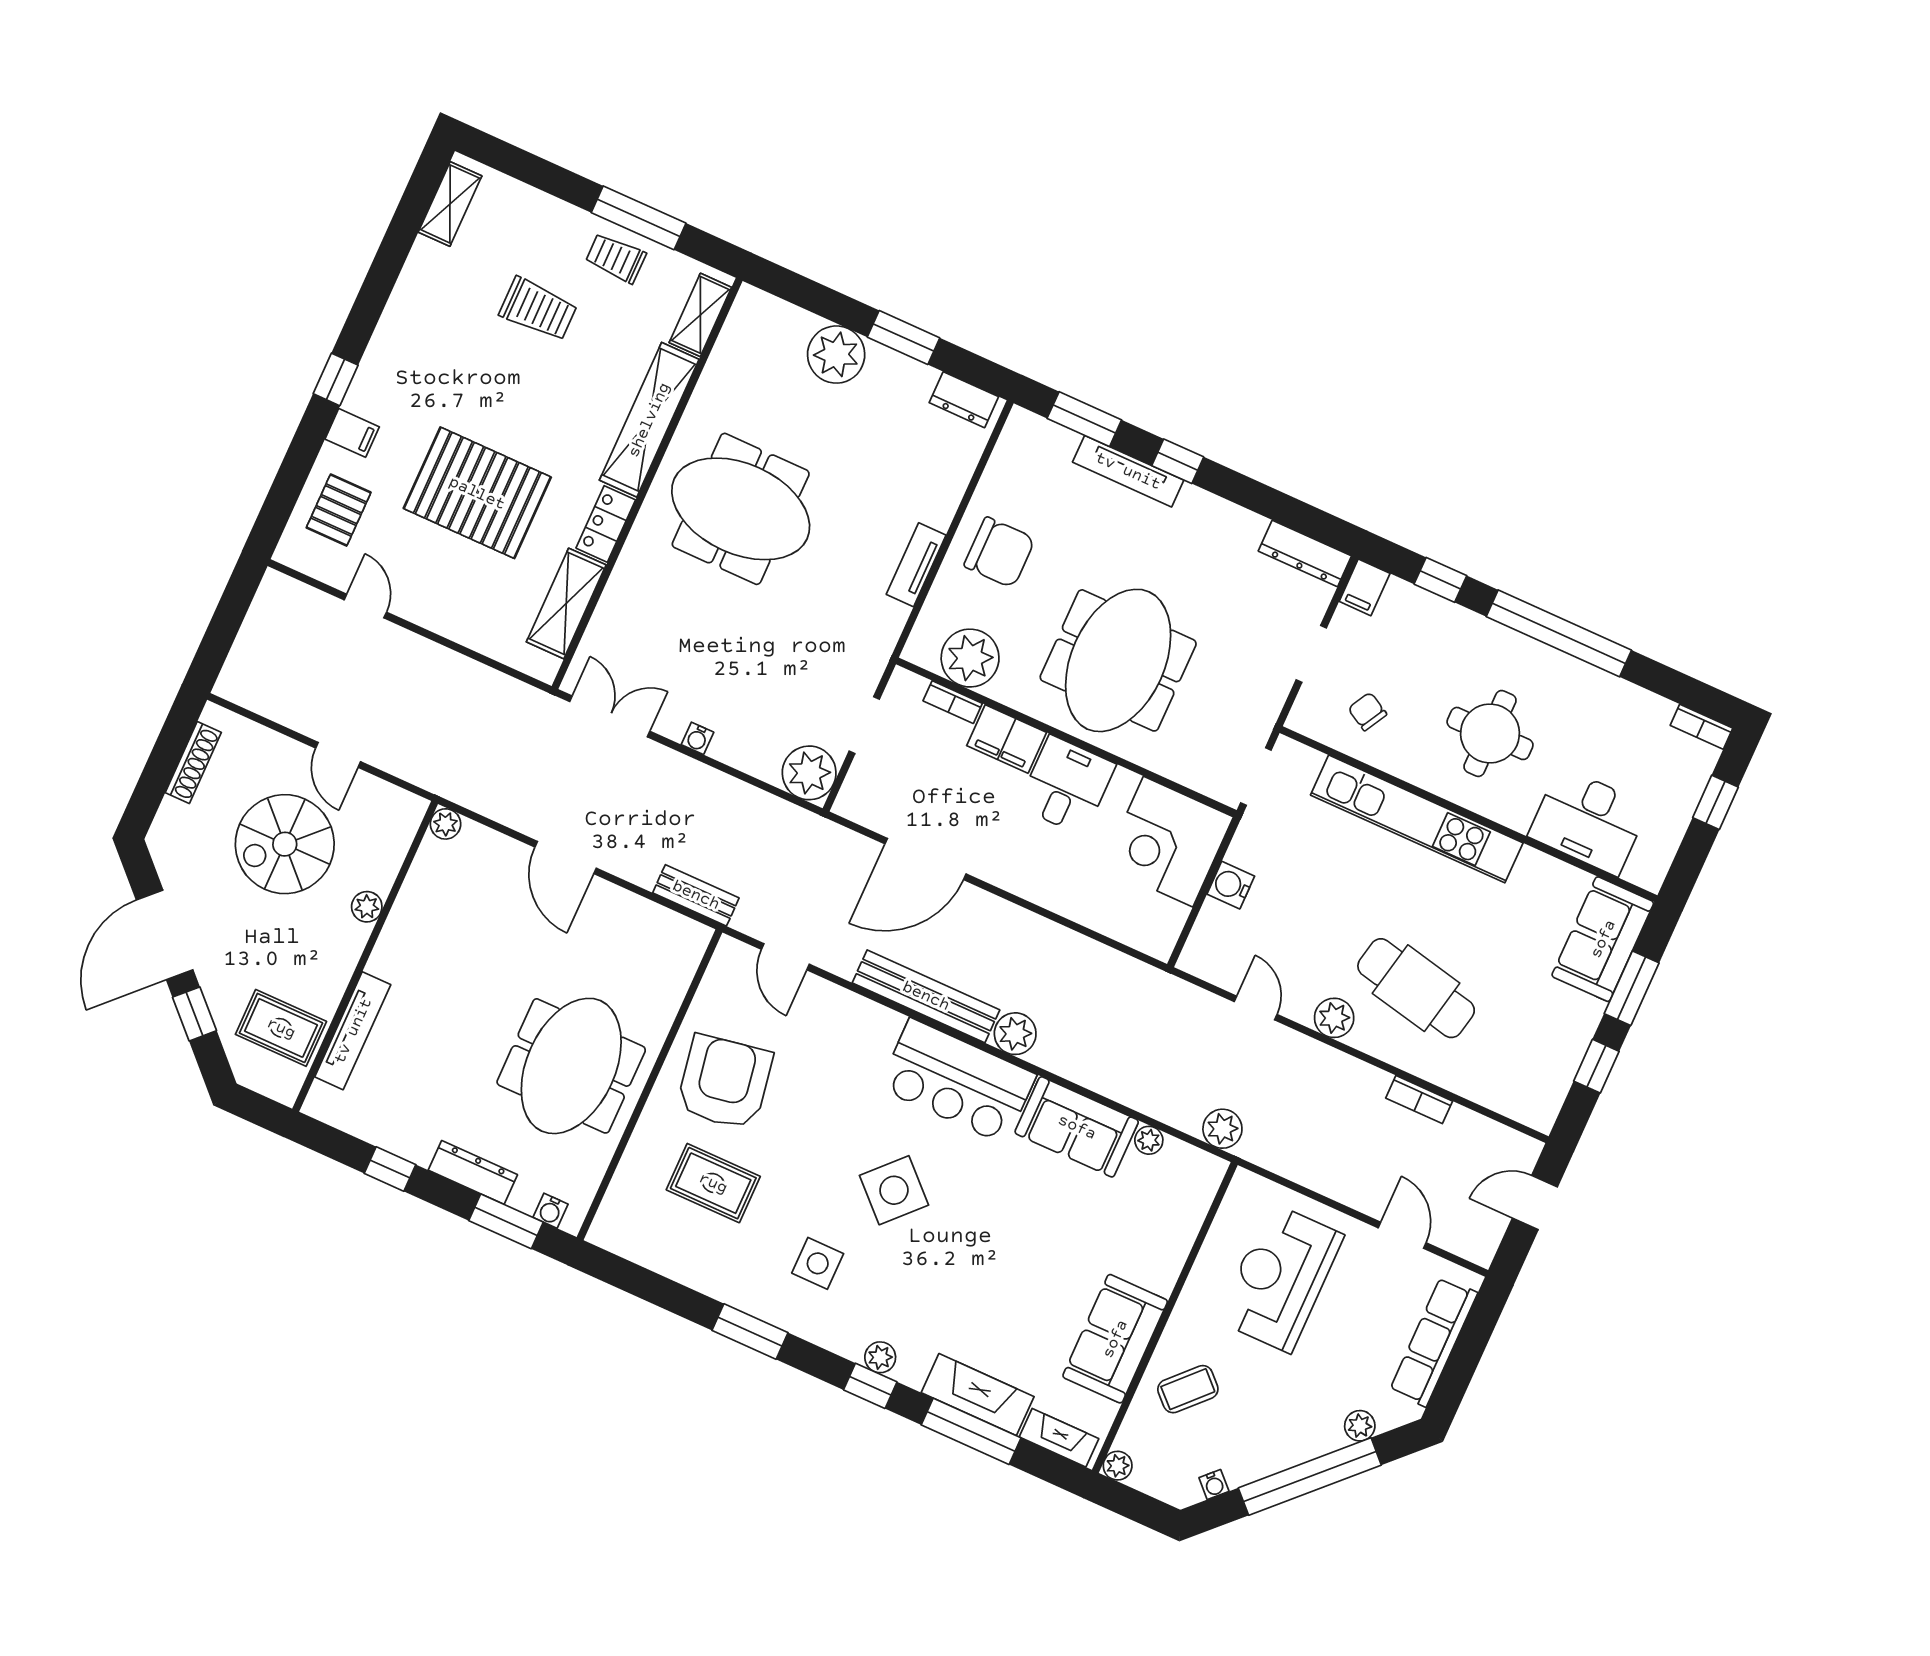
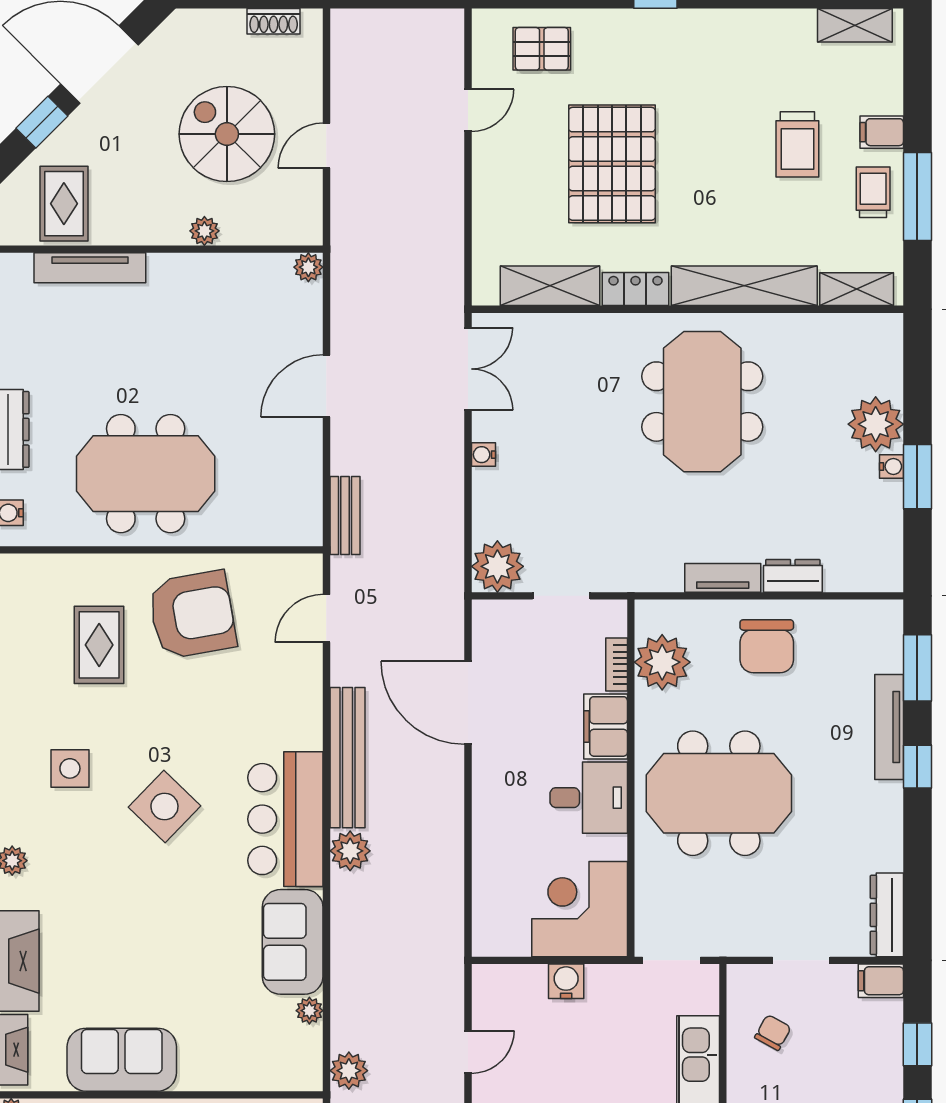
water cooler: (883, 358) -> (891, 466), added
dresser: (964, 400) -> (793, 576), moved, turned 90
filing cabinet: (352, 433) -> (882, 132), moved, turned 90
shoe rack: (193, 763) -> (274, 21), width x0.70

